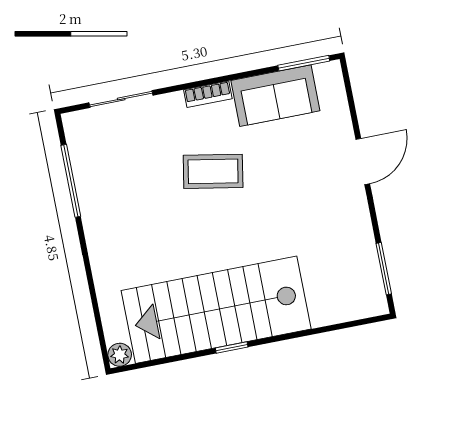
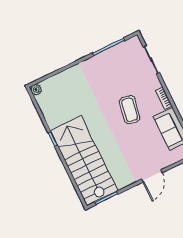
door: (363, 162) -> (152, 176), hinge flipped
stairs: (216, 310) -> (84, 161), moved

